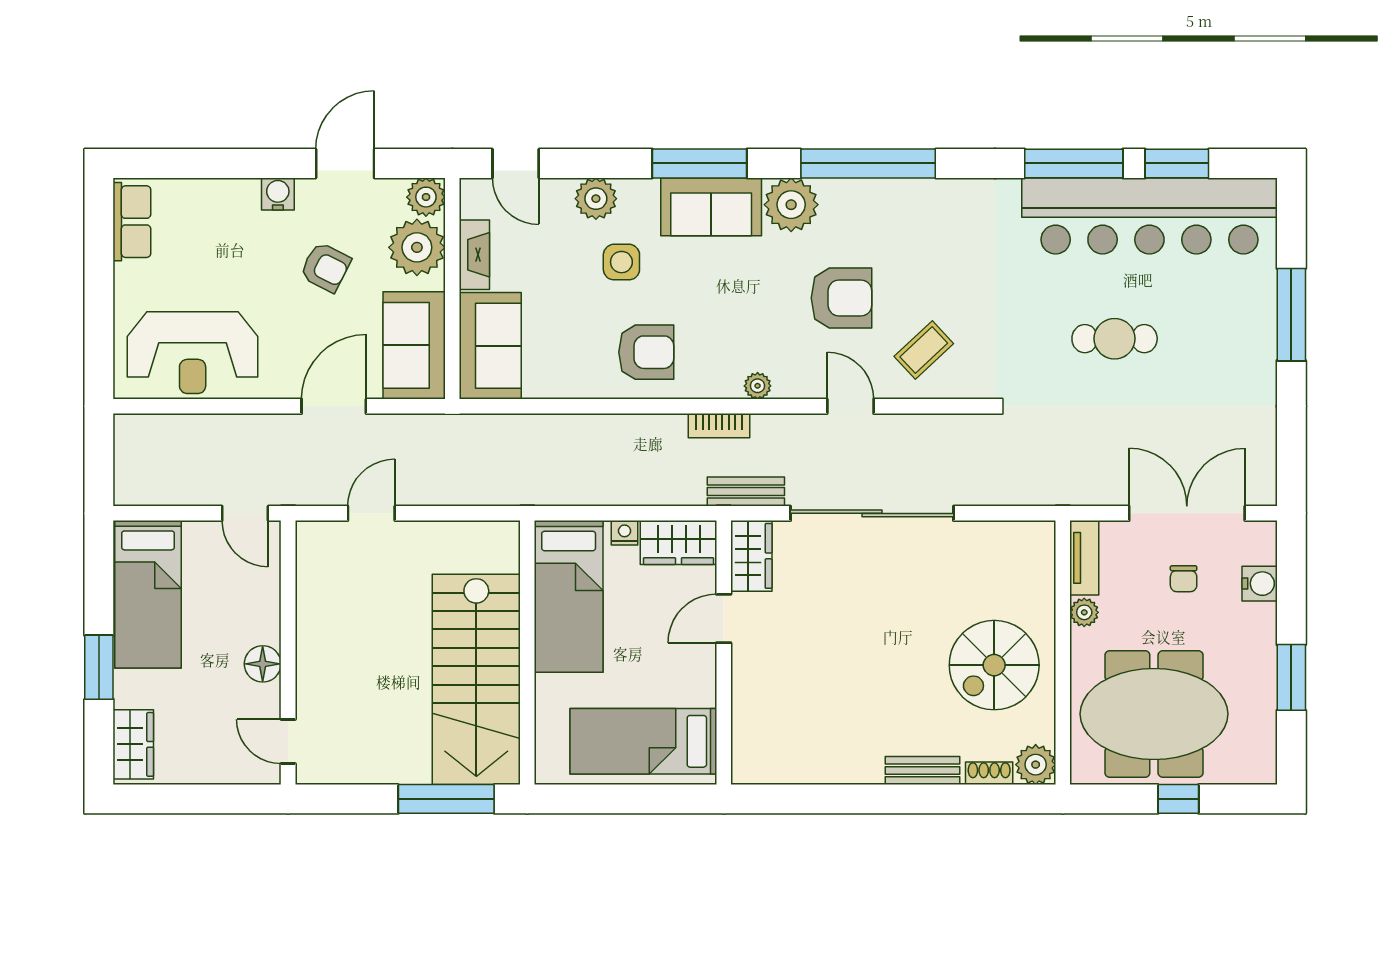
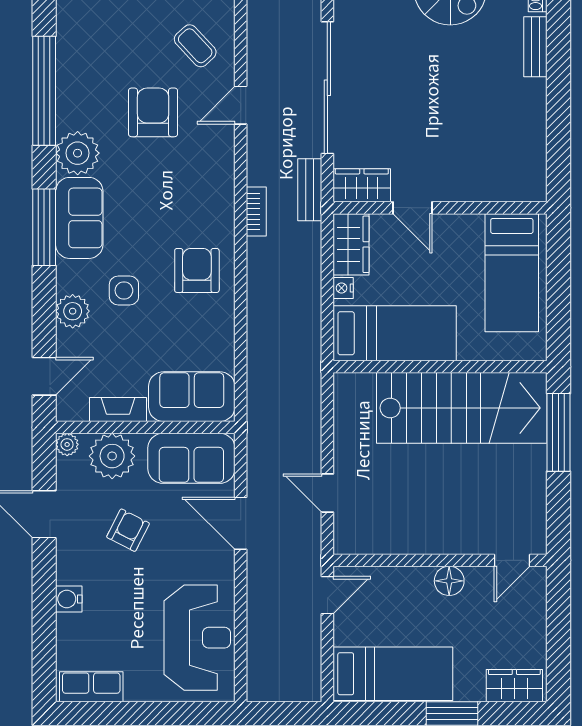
water cooler: (278, 194) -> (69, 599), moved
plant: (426, 197) -> (67, 444), width x0.73, depth x0.73
plant: (758, 386) -> (224, 180), removed

